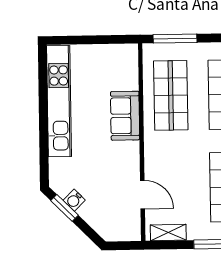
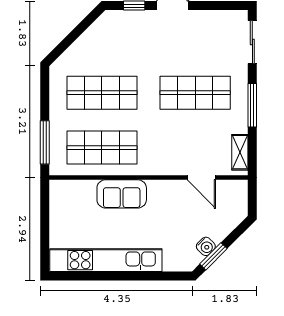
door: (143, 195) -> (201, 178), swing flipped

